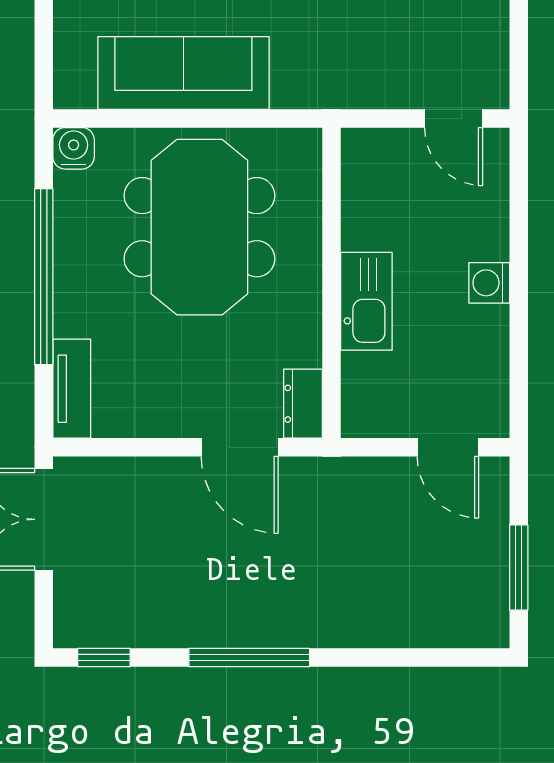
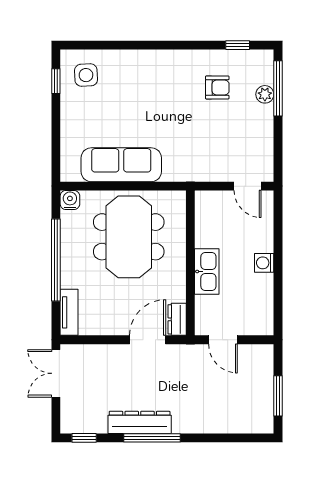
door: (240, 447) -> (148, 340), swing flipped
door: (448, 447) -> (223, 340), moved
dresser: (223, 624) -> (140, 422), added

